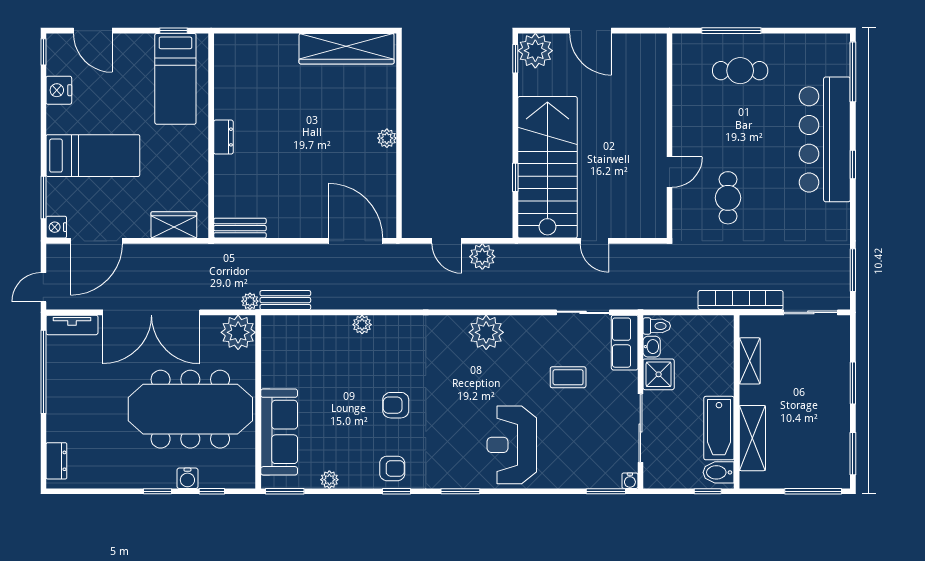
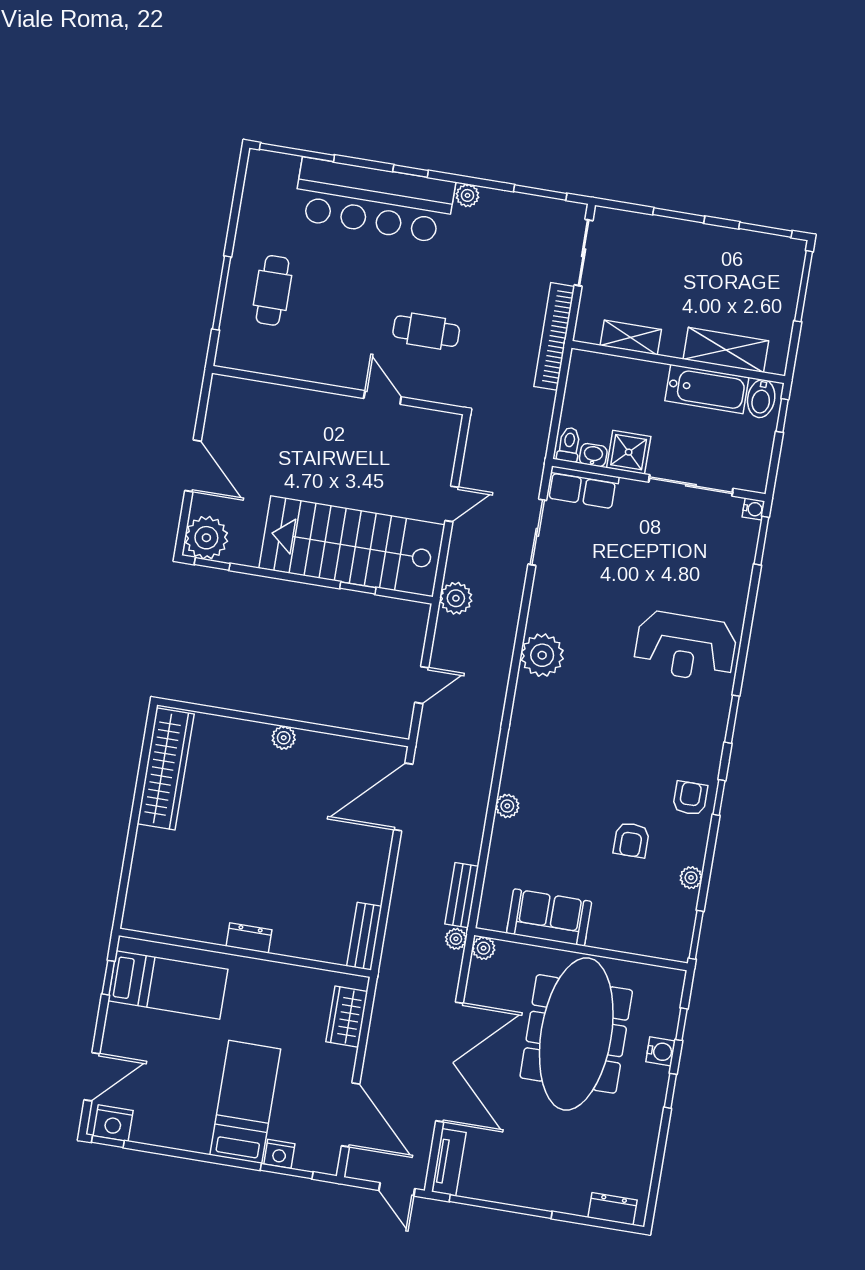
door: (590, 31) -> (193, 466), hinge flipped
nightstand: (59, 90) -> (113, 1123), moved
plant: (841, 213) -> (467, 195), added
nightstand: (56, 227) -> (279, 1154), moved
plant: (482, 257) -> (456, 598), moved
plant: (238, 332) -> (483, 948), width x0.53, depth x0.53
coffee table: (568, 377) -> (614, 564), removed
armchair: (396, 405) -> (631, 840), moved
sofa: (279, 432) -> (549, 917), moved, width x0.73

